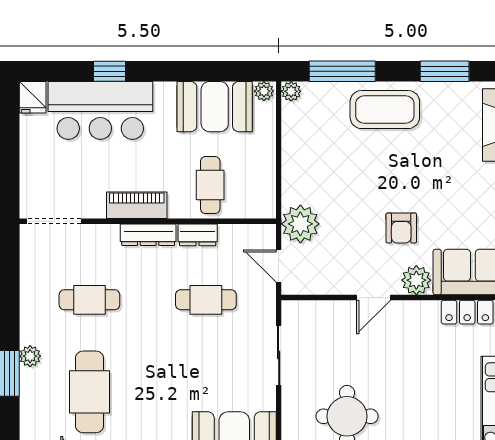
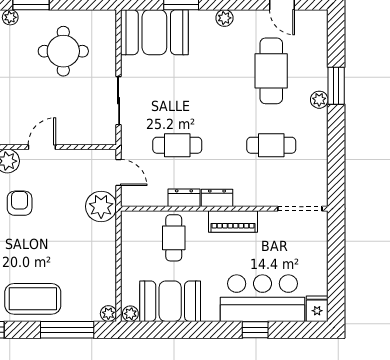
dresser: (148, 235) -> (217, 198), width x0.70

